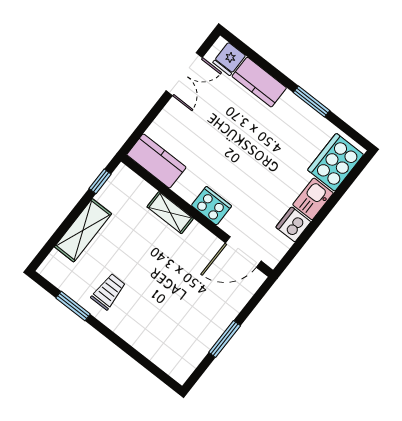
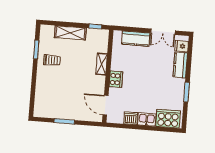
kitchen counter: (156, 161) -> (136, 39), moved, turned 90

